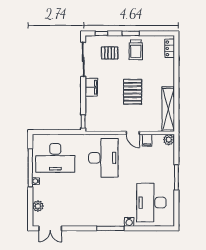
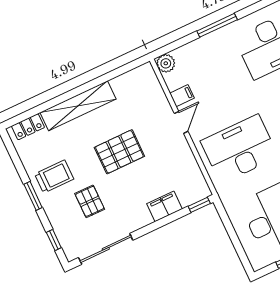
pallet: (110, 53) -> (90, 201), moved
filing cabinet: (91, 87) -> (164, 206), moved
shelving: (168, 109) -> (78, 106), moved

